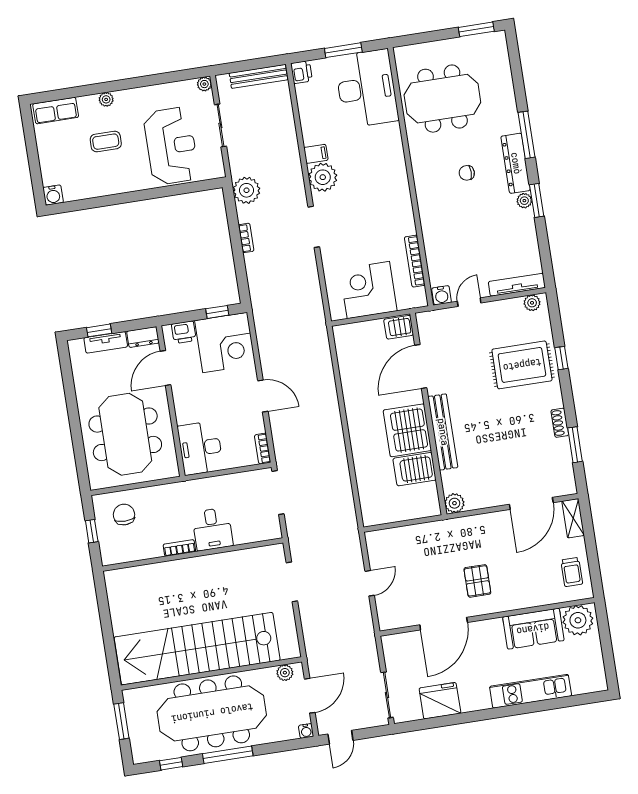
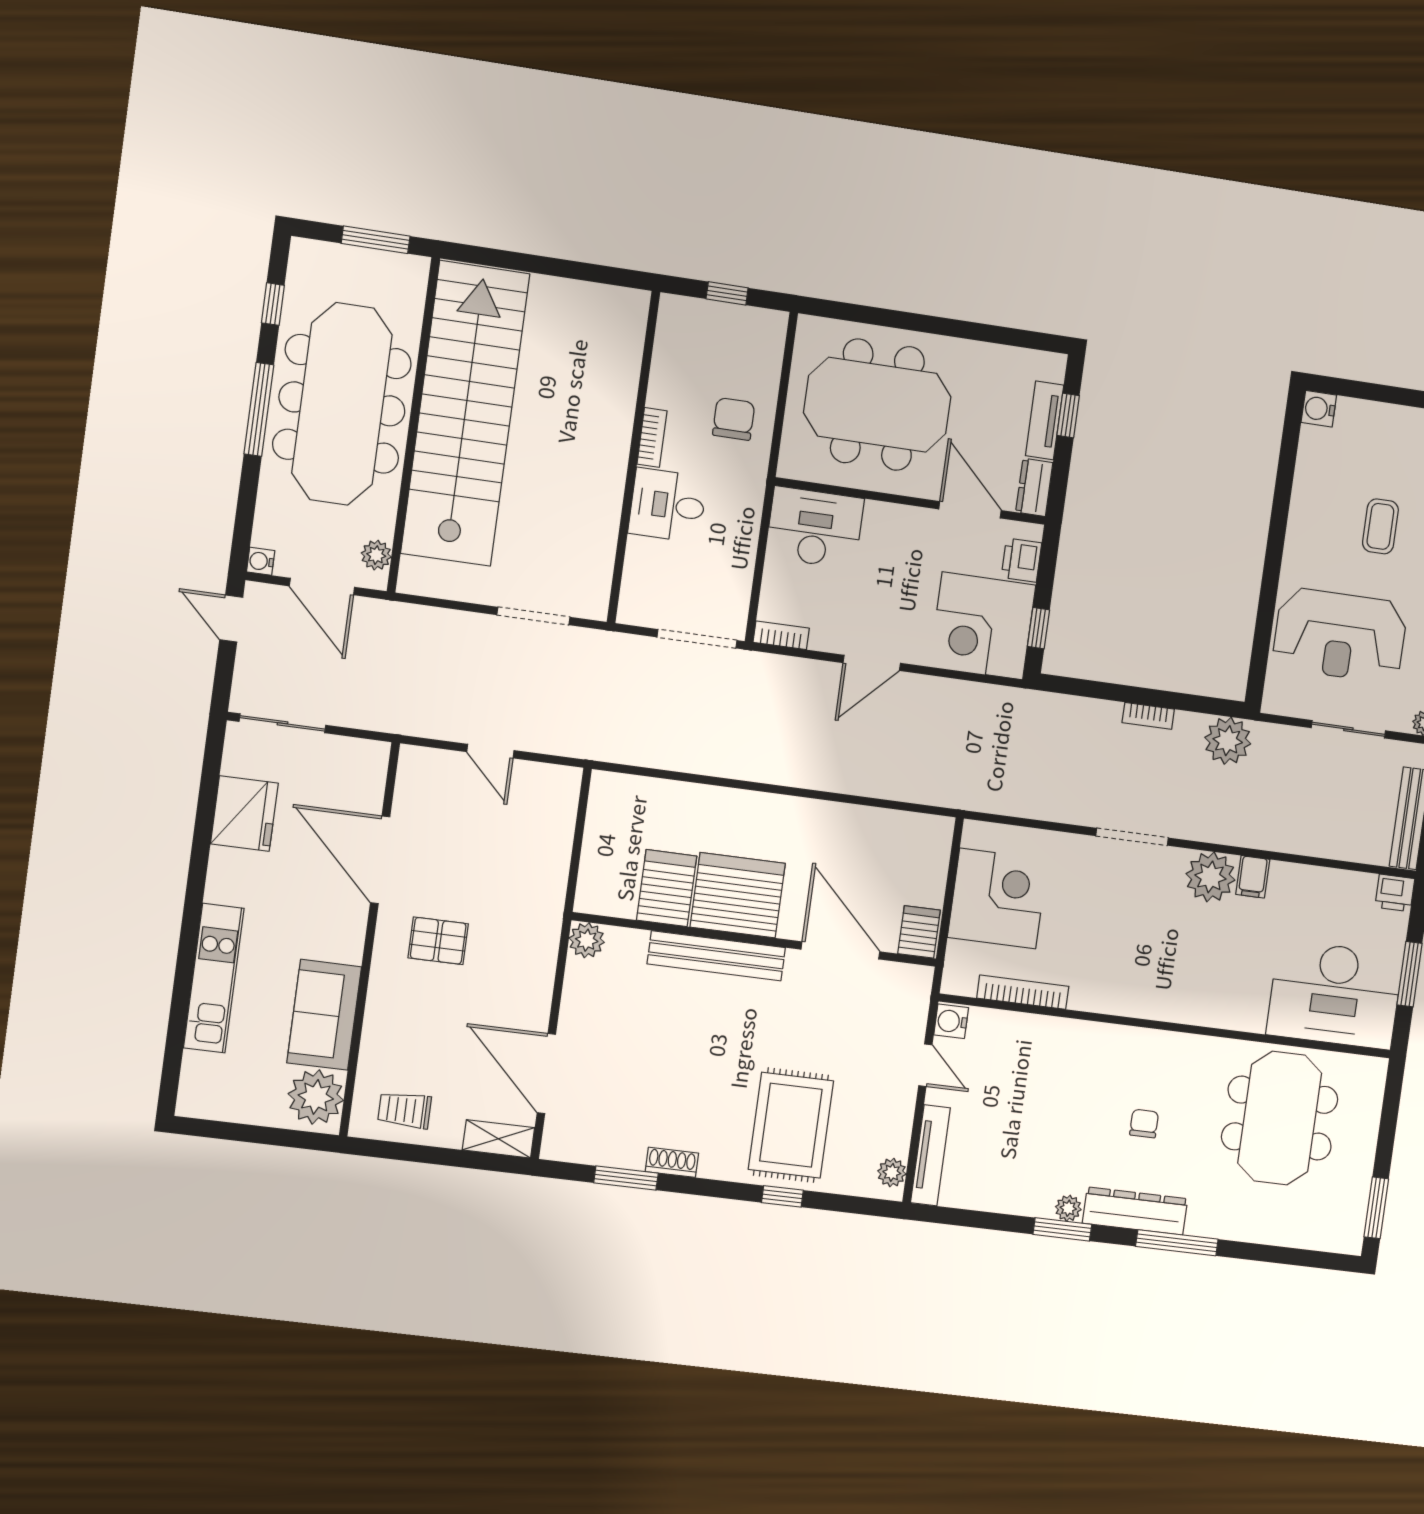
chair: (124, 515) -> (734, 419), moved, turned -90

